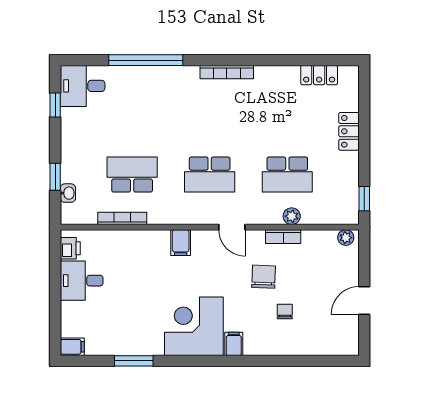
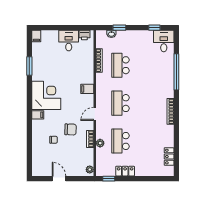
locker: (349, 131) -> (125, 171), moved
school desk: (132, 175) -> (120, 65), turned 180

